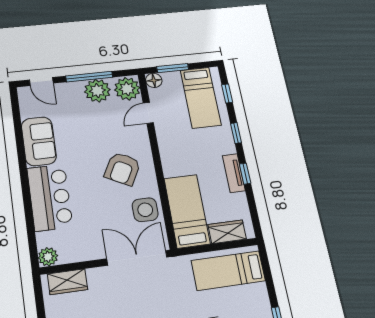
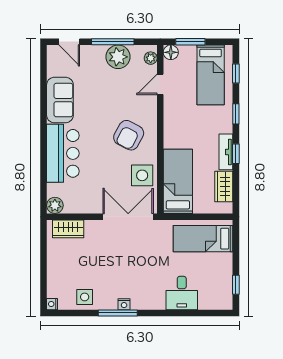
plant: (127, 89) -> (151, 58), width x0.53, depth x0.53
wardrobe: (227, 232) -> (224, 186), moved, turned -90

